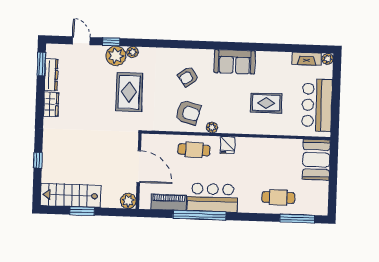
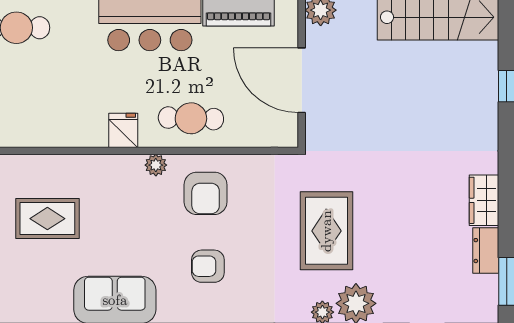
dresser: (51, 75) -> (486, 251), width x0.70
armchair: (188, 77) -> (208, 266), turned -144
armchair: (188, 113) -> (206, 193), turned -105

